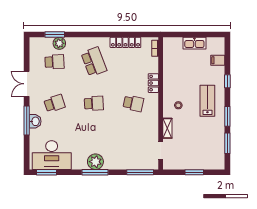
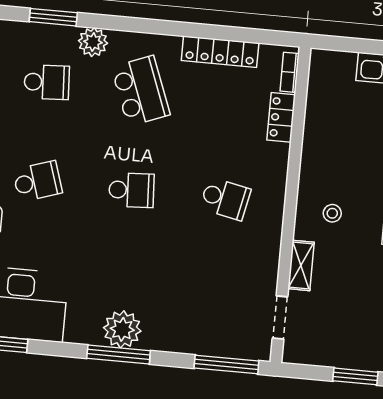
plant: (59, 43) -> (93, 42), moved
locker: (153, 83) -> (281, 117), moved

